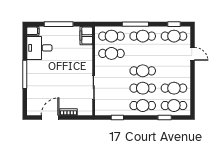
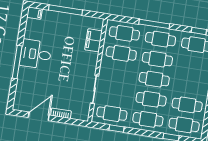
filing cabinet: (86, 36) -> (93, 40), moved
desk: (39, 48) -> (36, 54), moved
cafe table: (143, 53) -> (157, 59), added
cafe table: (111, 106) -> (112, 114), added

